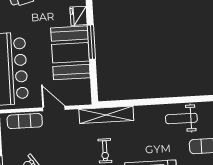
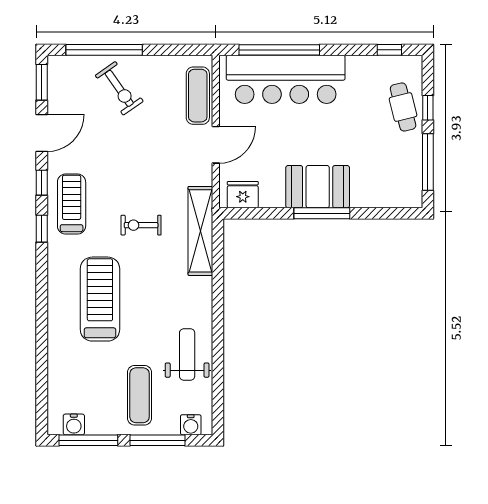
fridge: (79, 16) -> (243, 195), moved
booth: (70, 53) -> (318, 187), width x0.73, depth x0.70

